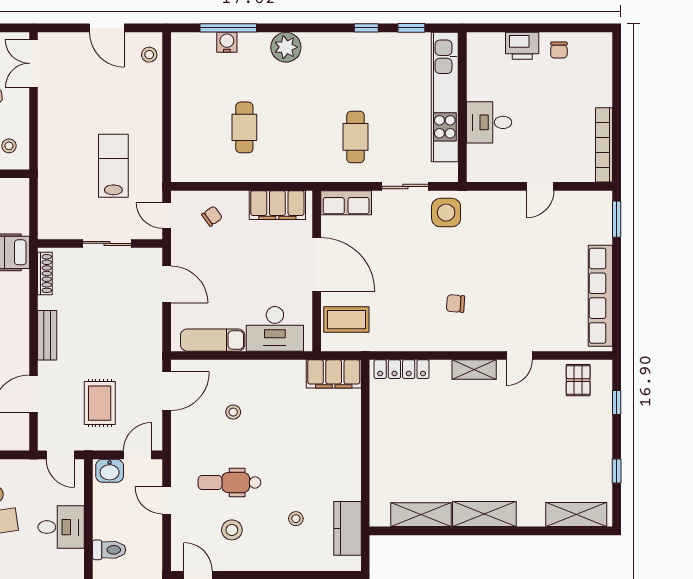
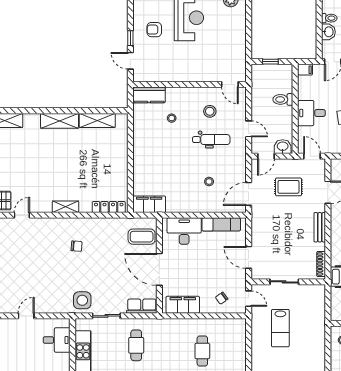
desk: (489, 122) -> (57, 340), moved
door: (519, 355) -> (22, 215), moved
rug: (100, 403) -> (288, 187), turned 90
kitchen counter: (347, 528) -> (149, 95), moved, turned 90

